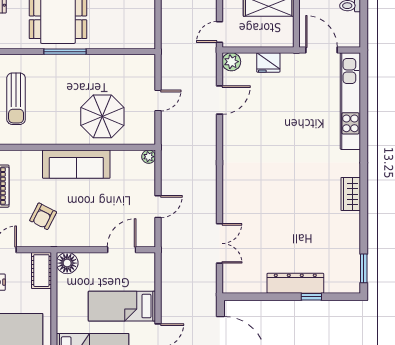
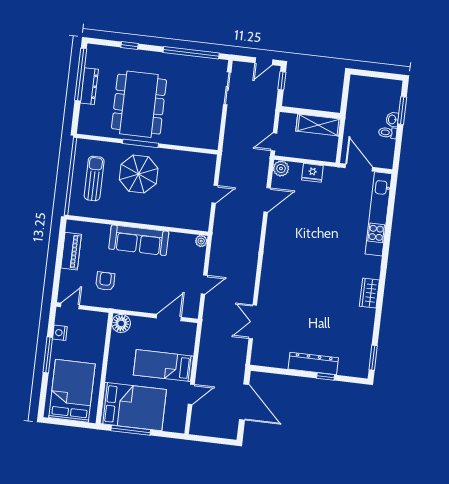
sun lounger: (16, 99) -> (94, 178), turned 180
parasol: (102, 116) -> (139, 174), moved
armchair: (43, 216) -> (105, 281), turned 153
double door: (220, 243) -> (253, 322), swing flipped
cot: (41, 271) -> (98, 327), removed

